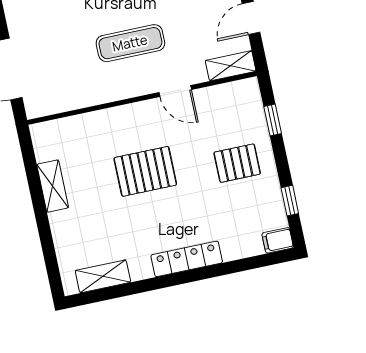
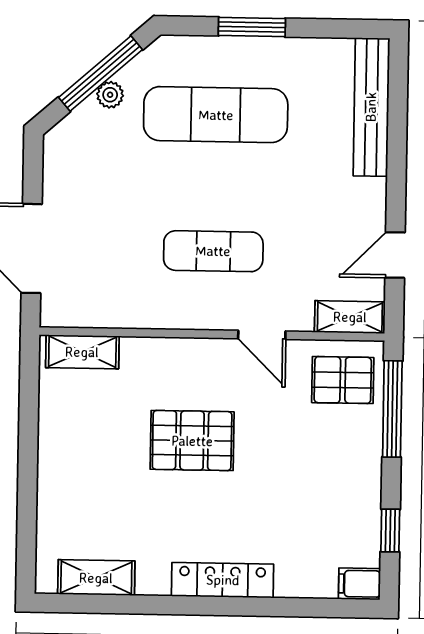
window: (273, 120) -> (392, 409), width x2.17
pallet: (237, 163) -> (343, 380), moved
shelving: (53, 186) -> (82, 352), moved, turned 90

